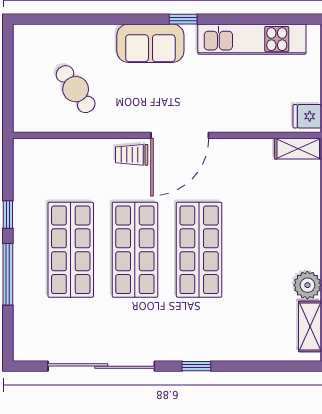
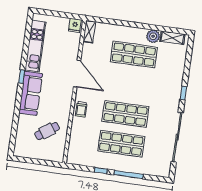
sofa: (150, 43) -> (31, 93), width x1.36
door: (180, 135) -> (77, 74), moved
shop shelf: (199, 250) -> (134, 54), moved

